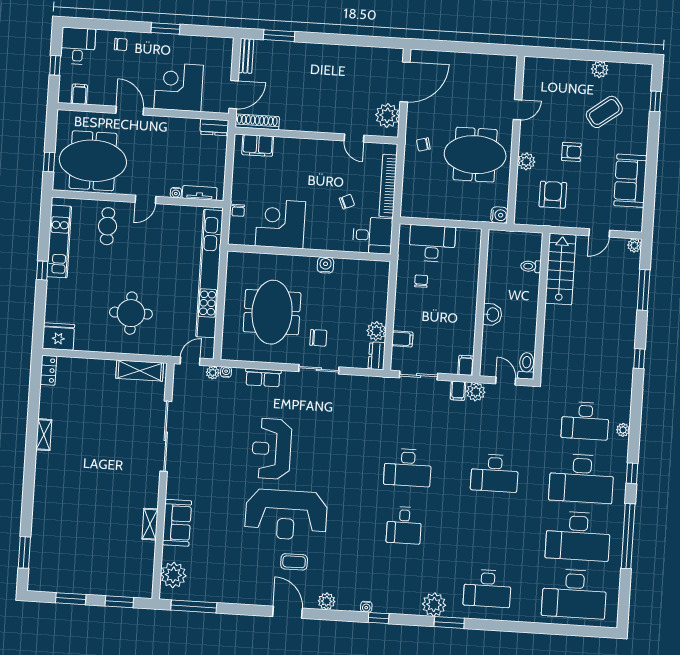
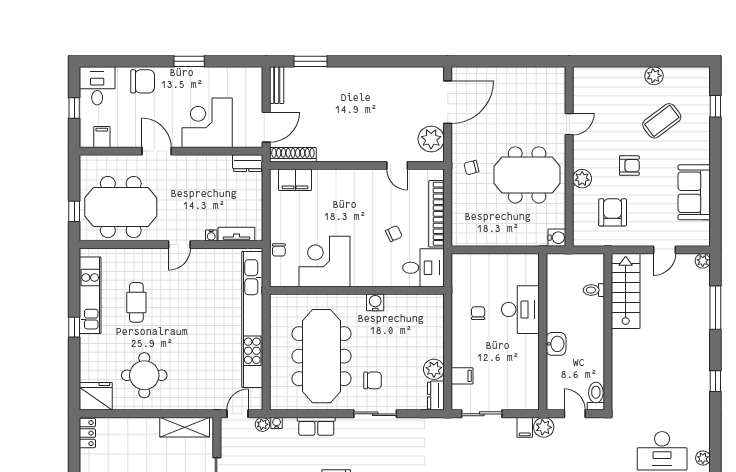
chair: (121, 44) -> (143, 81), width x1.87, depth x1.87
cafe table: (108, 226) -> (136, 302), moved
desk: (432, 243) -> (520, 310), moved, turned 90
meeting table: (272, 312) -> (321, 356), width x1.36
round table: (131, 313) -> (144, 375), moved
filing cabinet: (466, 365) -> (531, 400), removed

